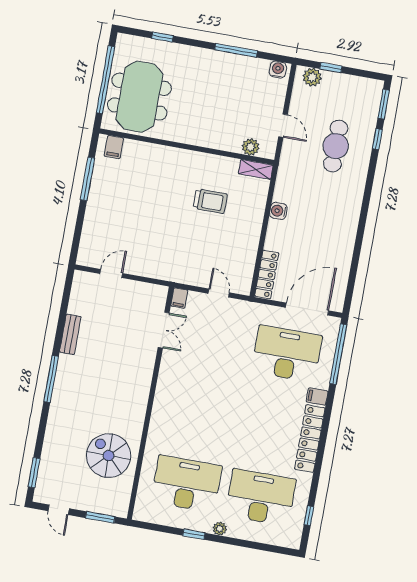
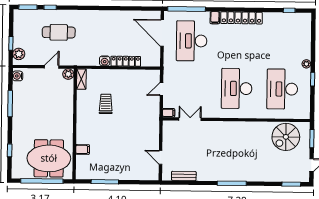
filing cabinet: (114, 147) -> (83, 149), moved
plant: (251, 147) -> (68, 74), moved
locker: (267, 274) -> (126, 61), moved
bench: (70, 334) -> (184, 176), moved
spiral stairs: (109, 456) -> (286, 137), moved
desk: (261, 497) -> (237, 88), moved

